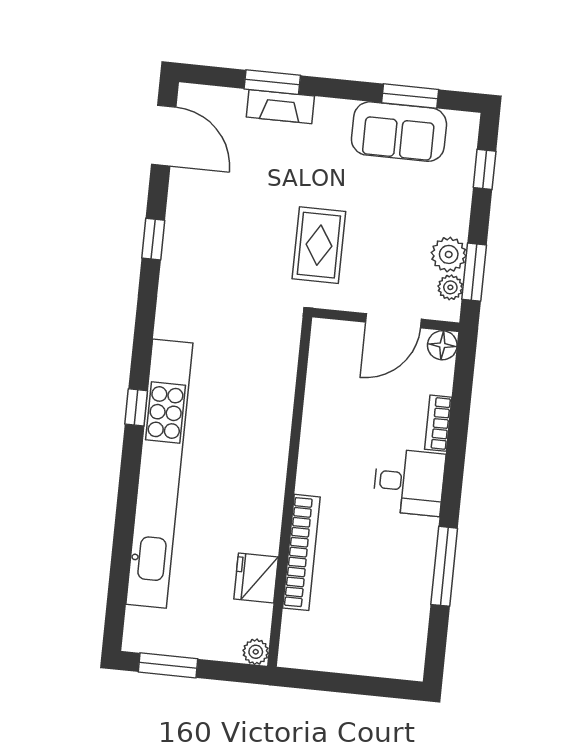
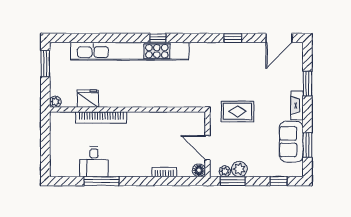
fireplace: (280, 107) -> (297, 105), moved
desk: (409, 482) -> (94, 162), moved

